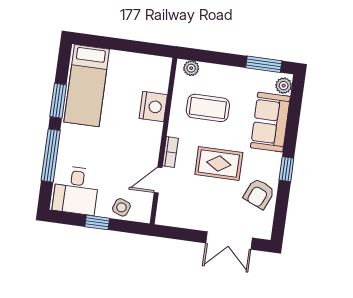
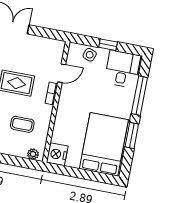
bed: (87, 86) -> (104, 144), width x1.50
nightstand: (153, 107) -> (57, 154), moved
coffee table: (208, 108) -> (22, 124), width x0.73, depth x0.77

